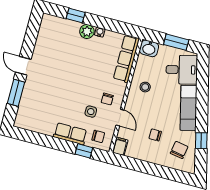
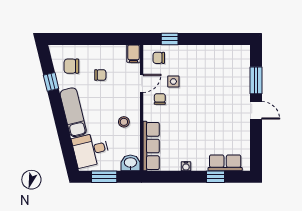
plant: (87, 31) -> (199, 163), removed
door: (120, 118) -> (142, 83), swing flipped
row of seats: (70, 134) -> (225, 163), moved, turned 180
chair: (179, 150) -> (71, 66), turned 80

